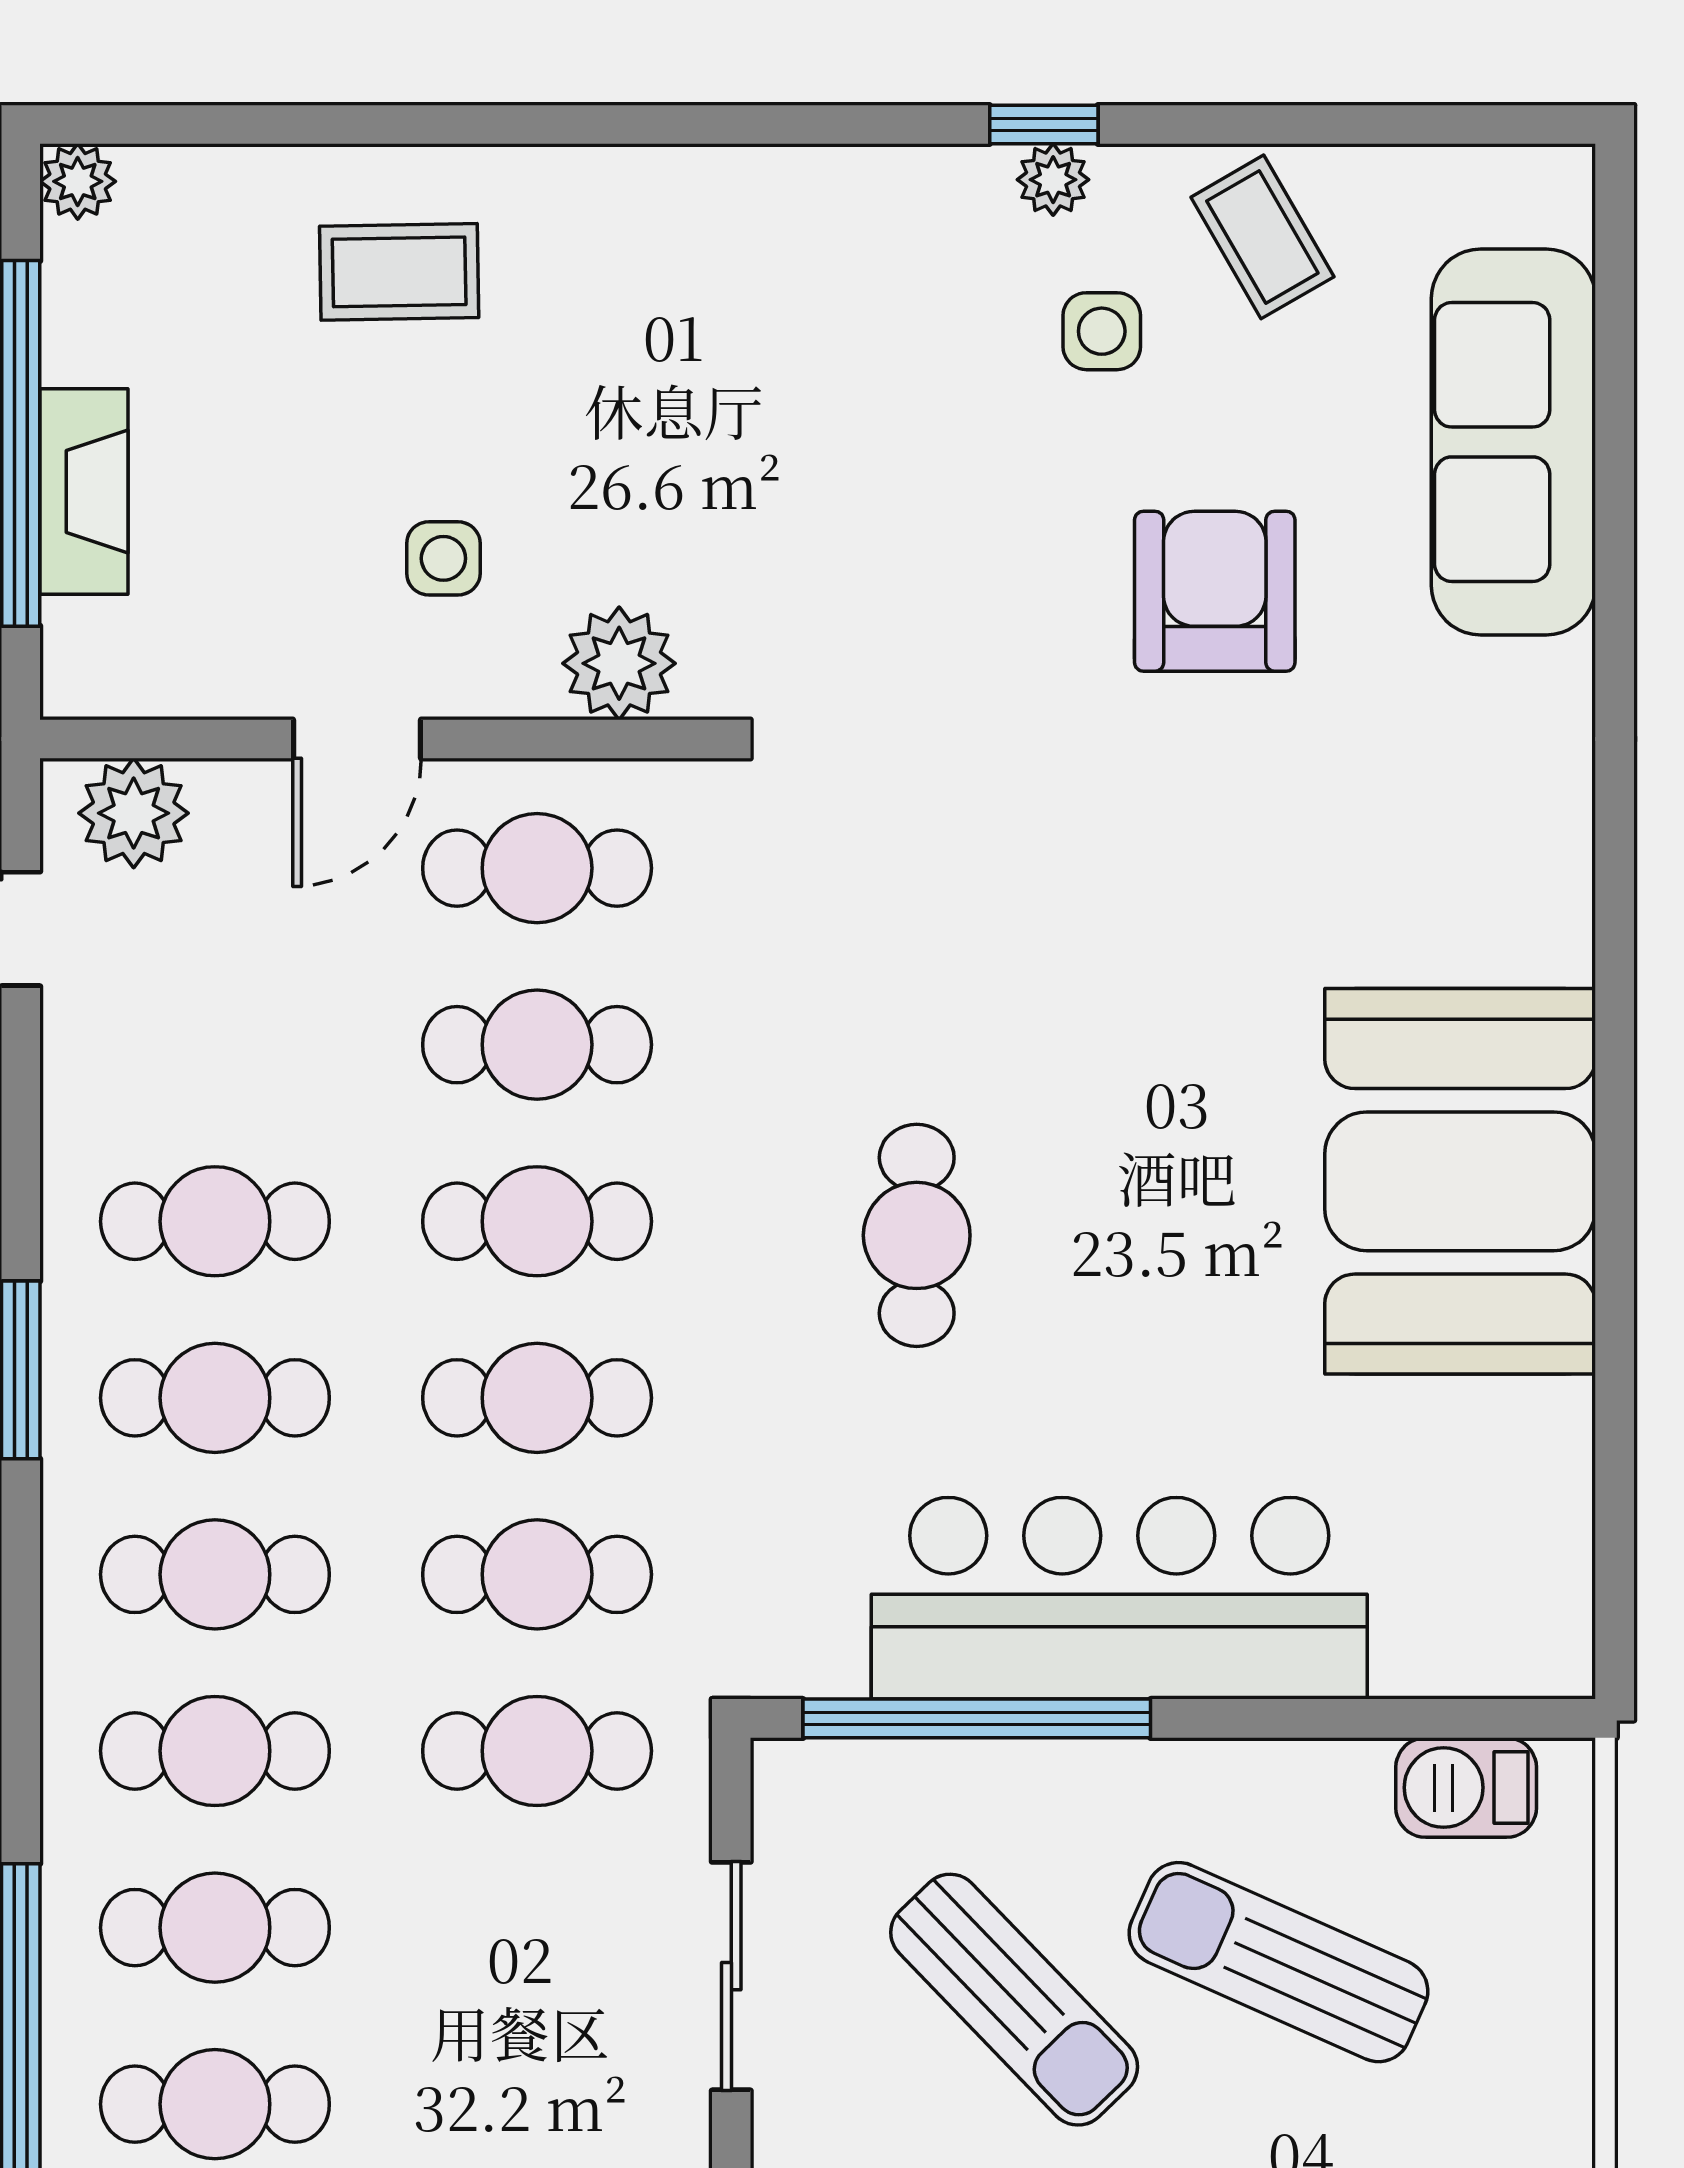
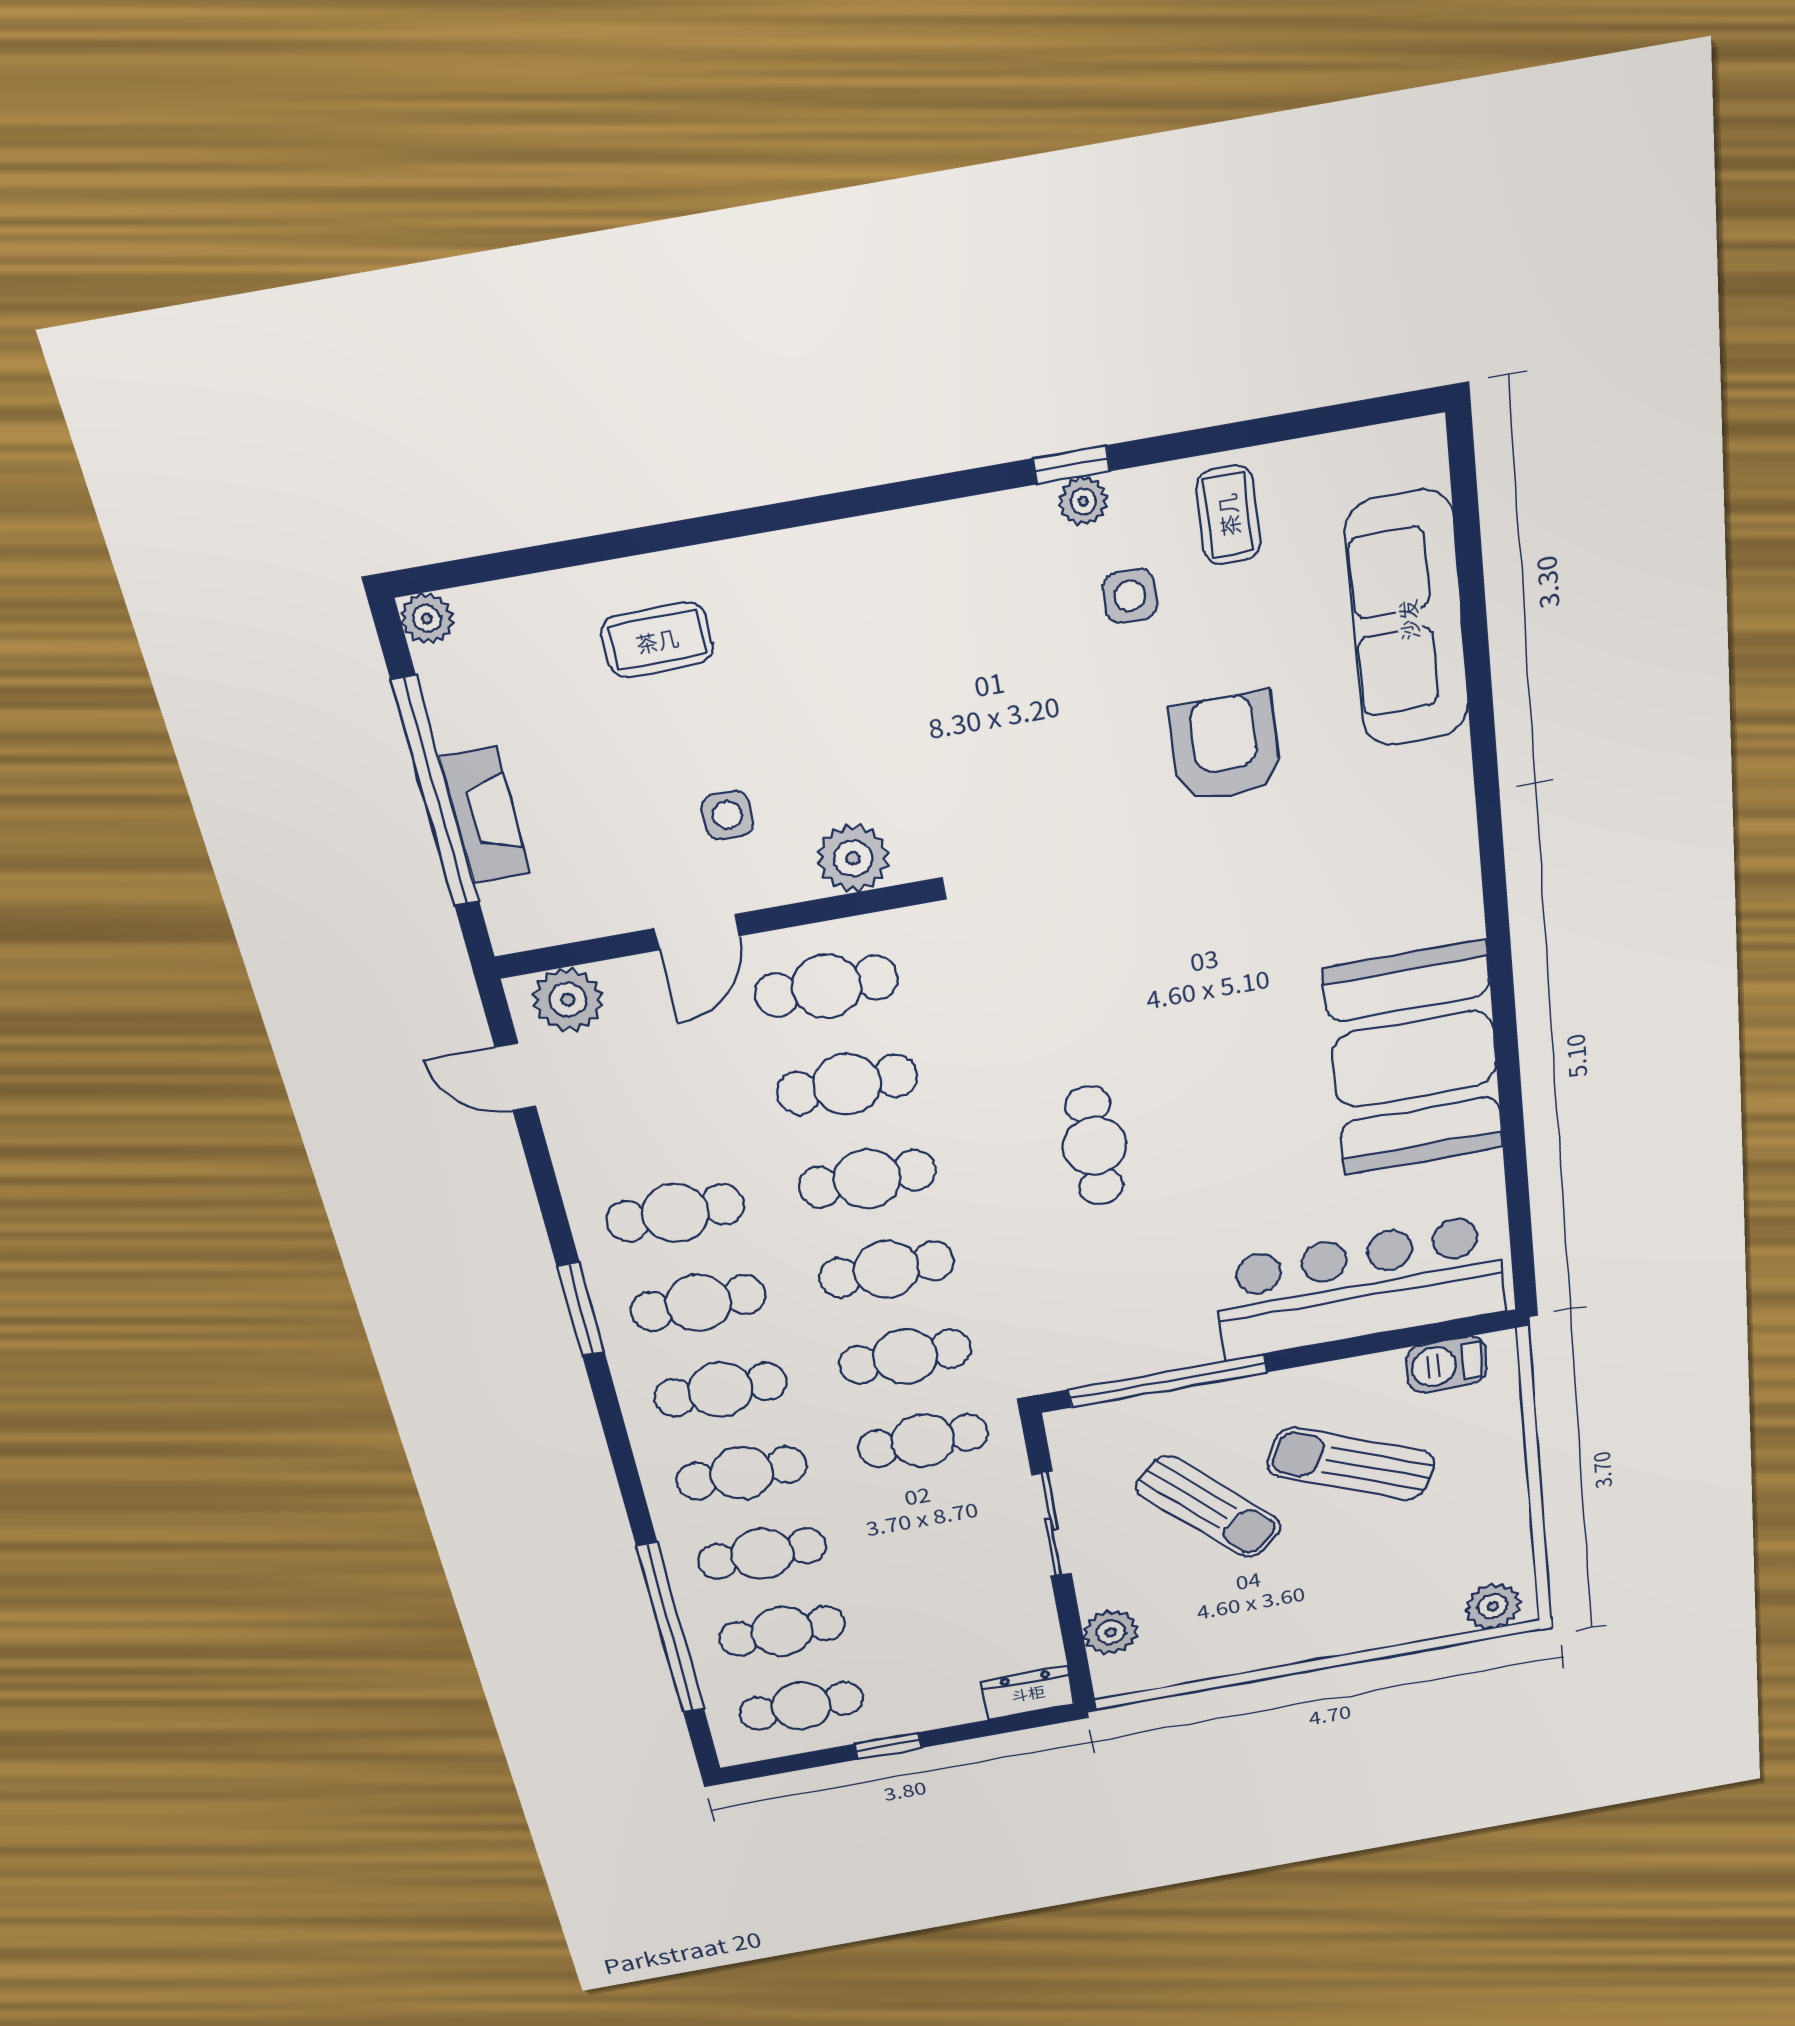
coffee table: (1262, 237) -> (1228, 515), turned 30
bar counter: (1119, 1598) -> (1360, 1287), moved

